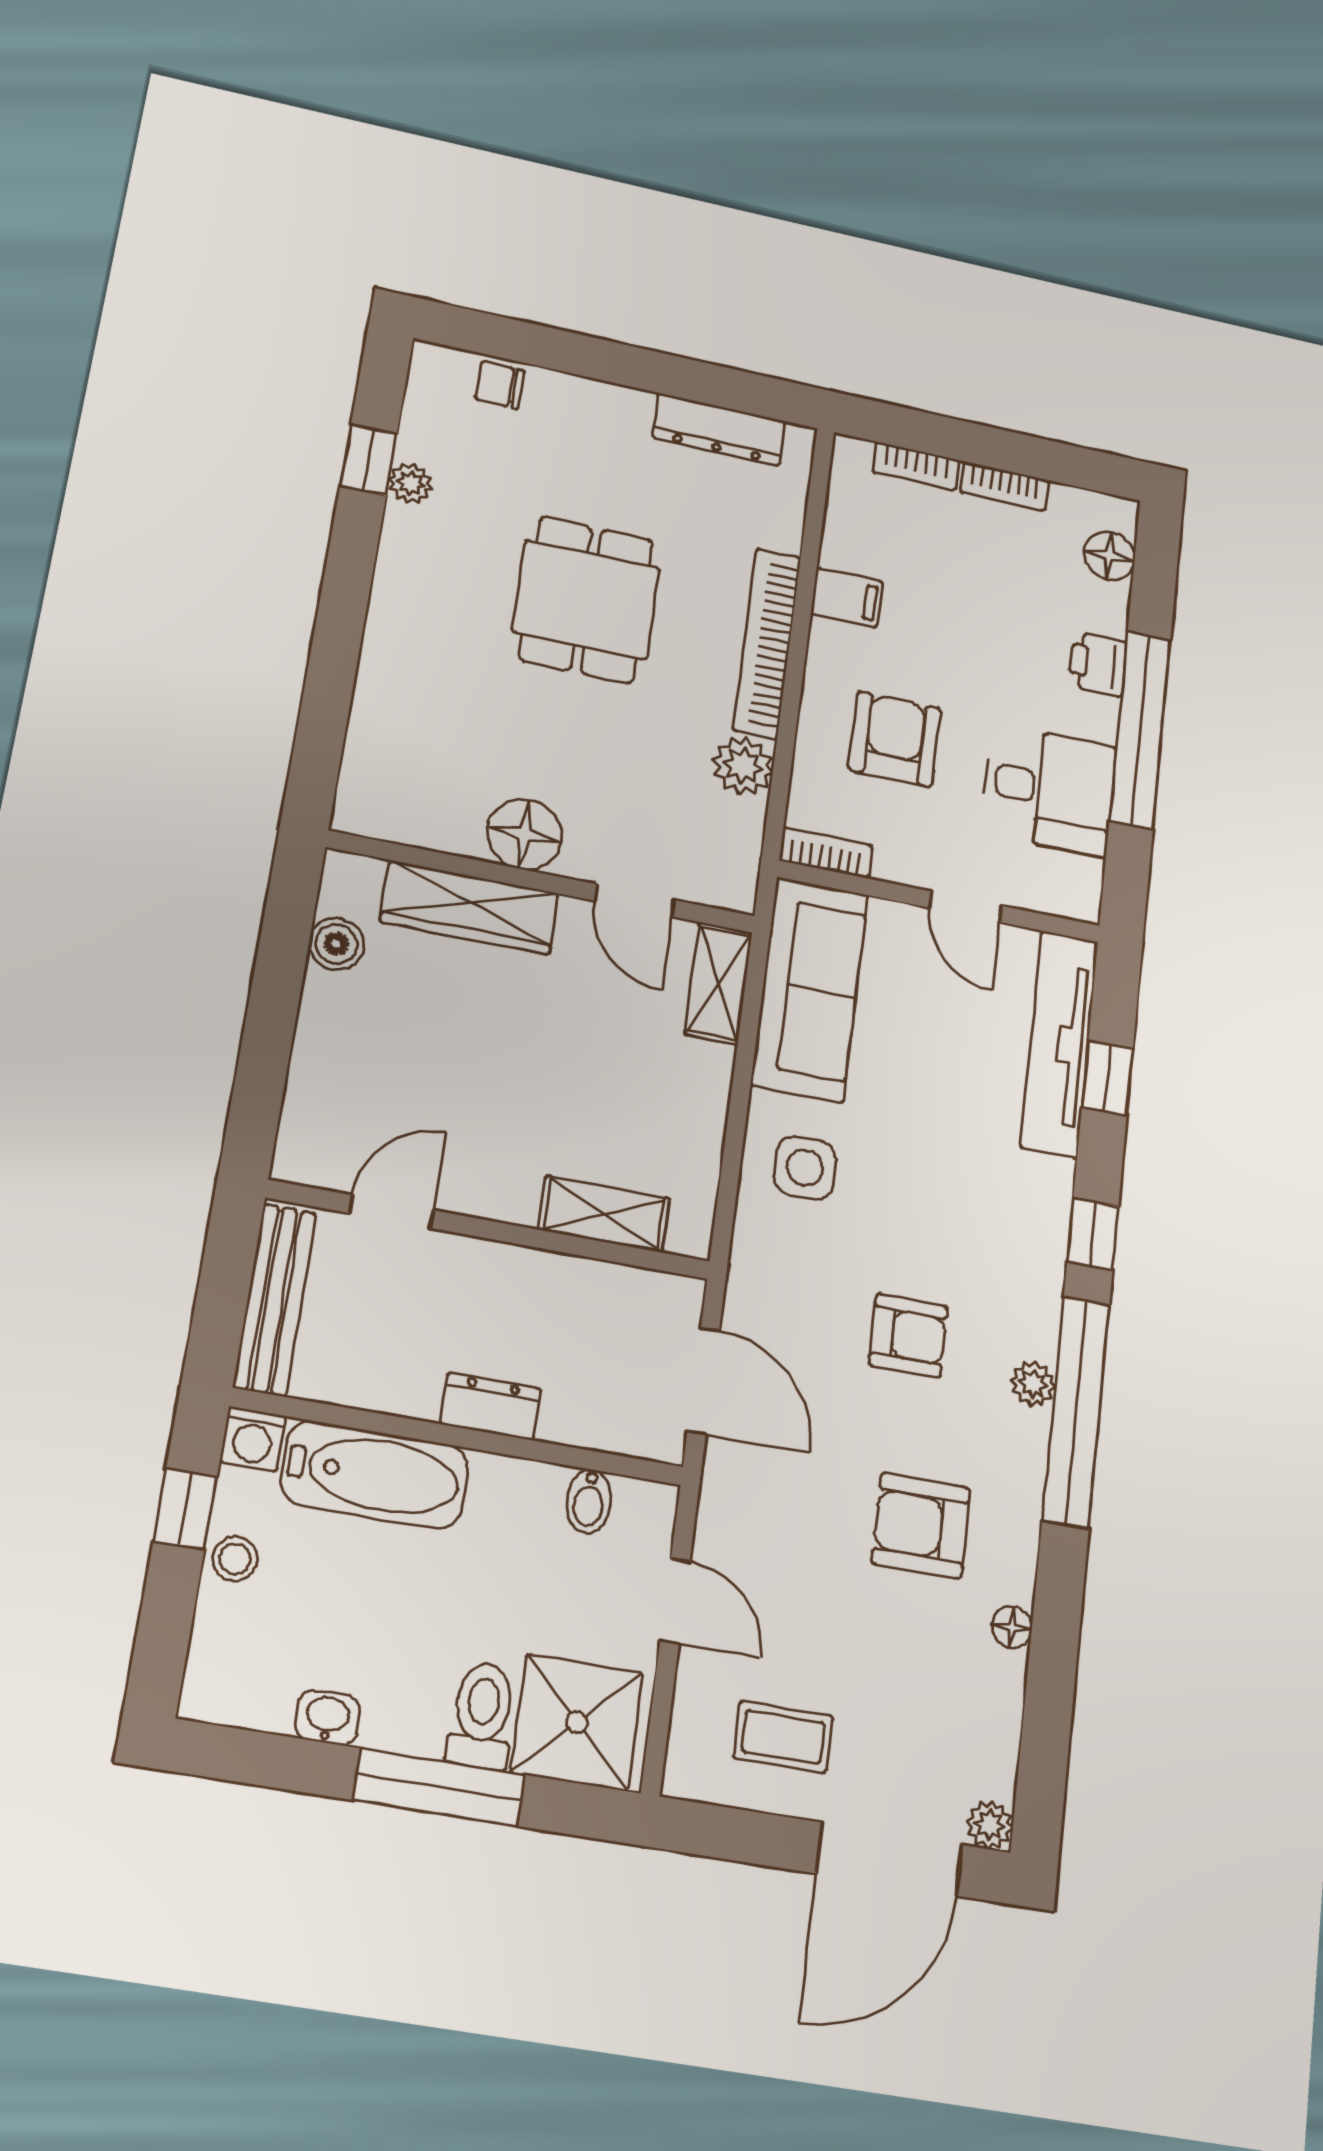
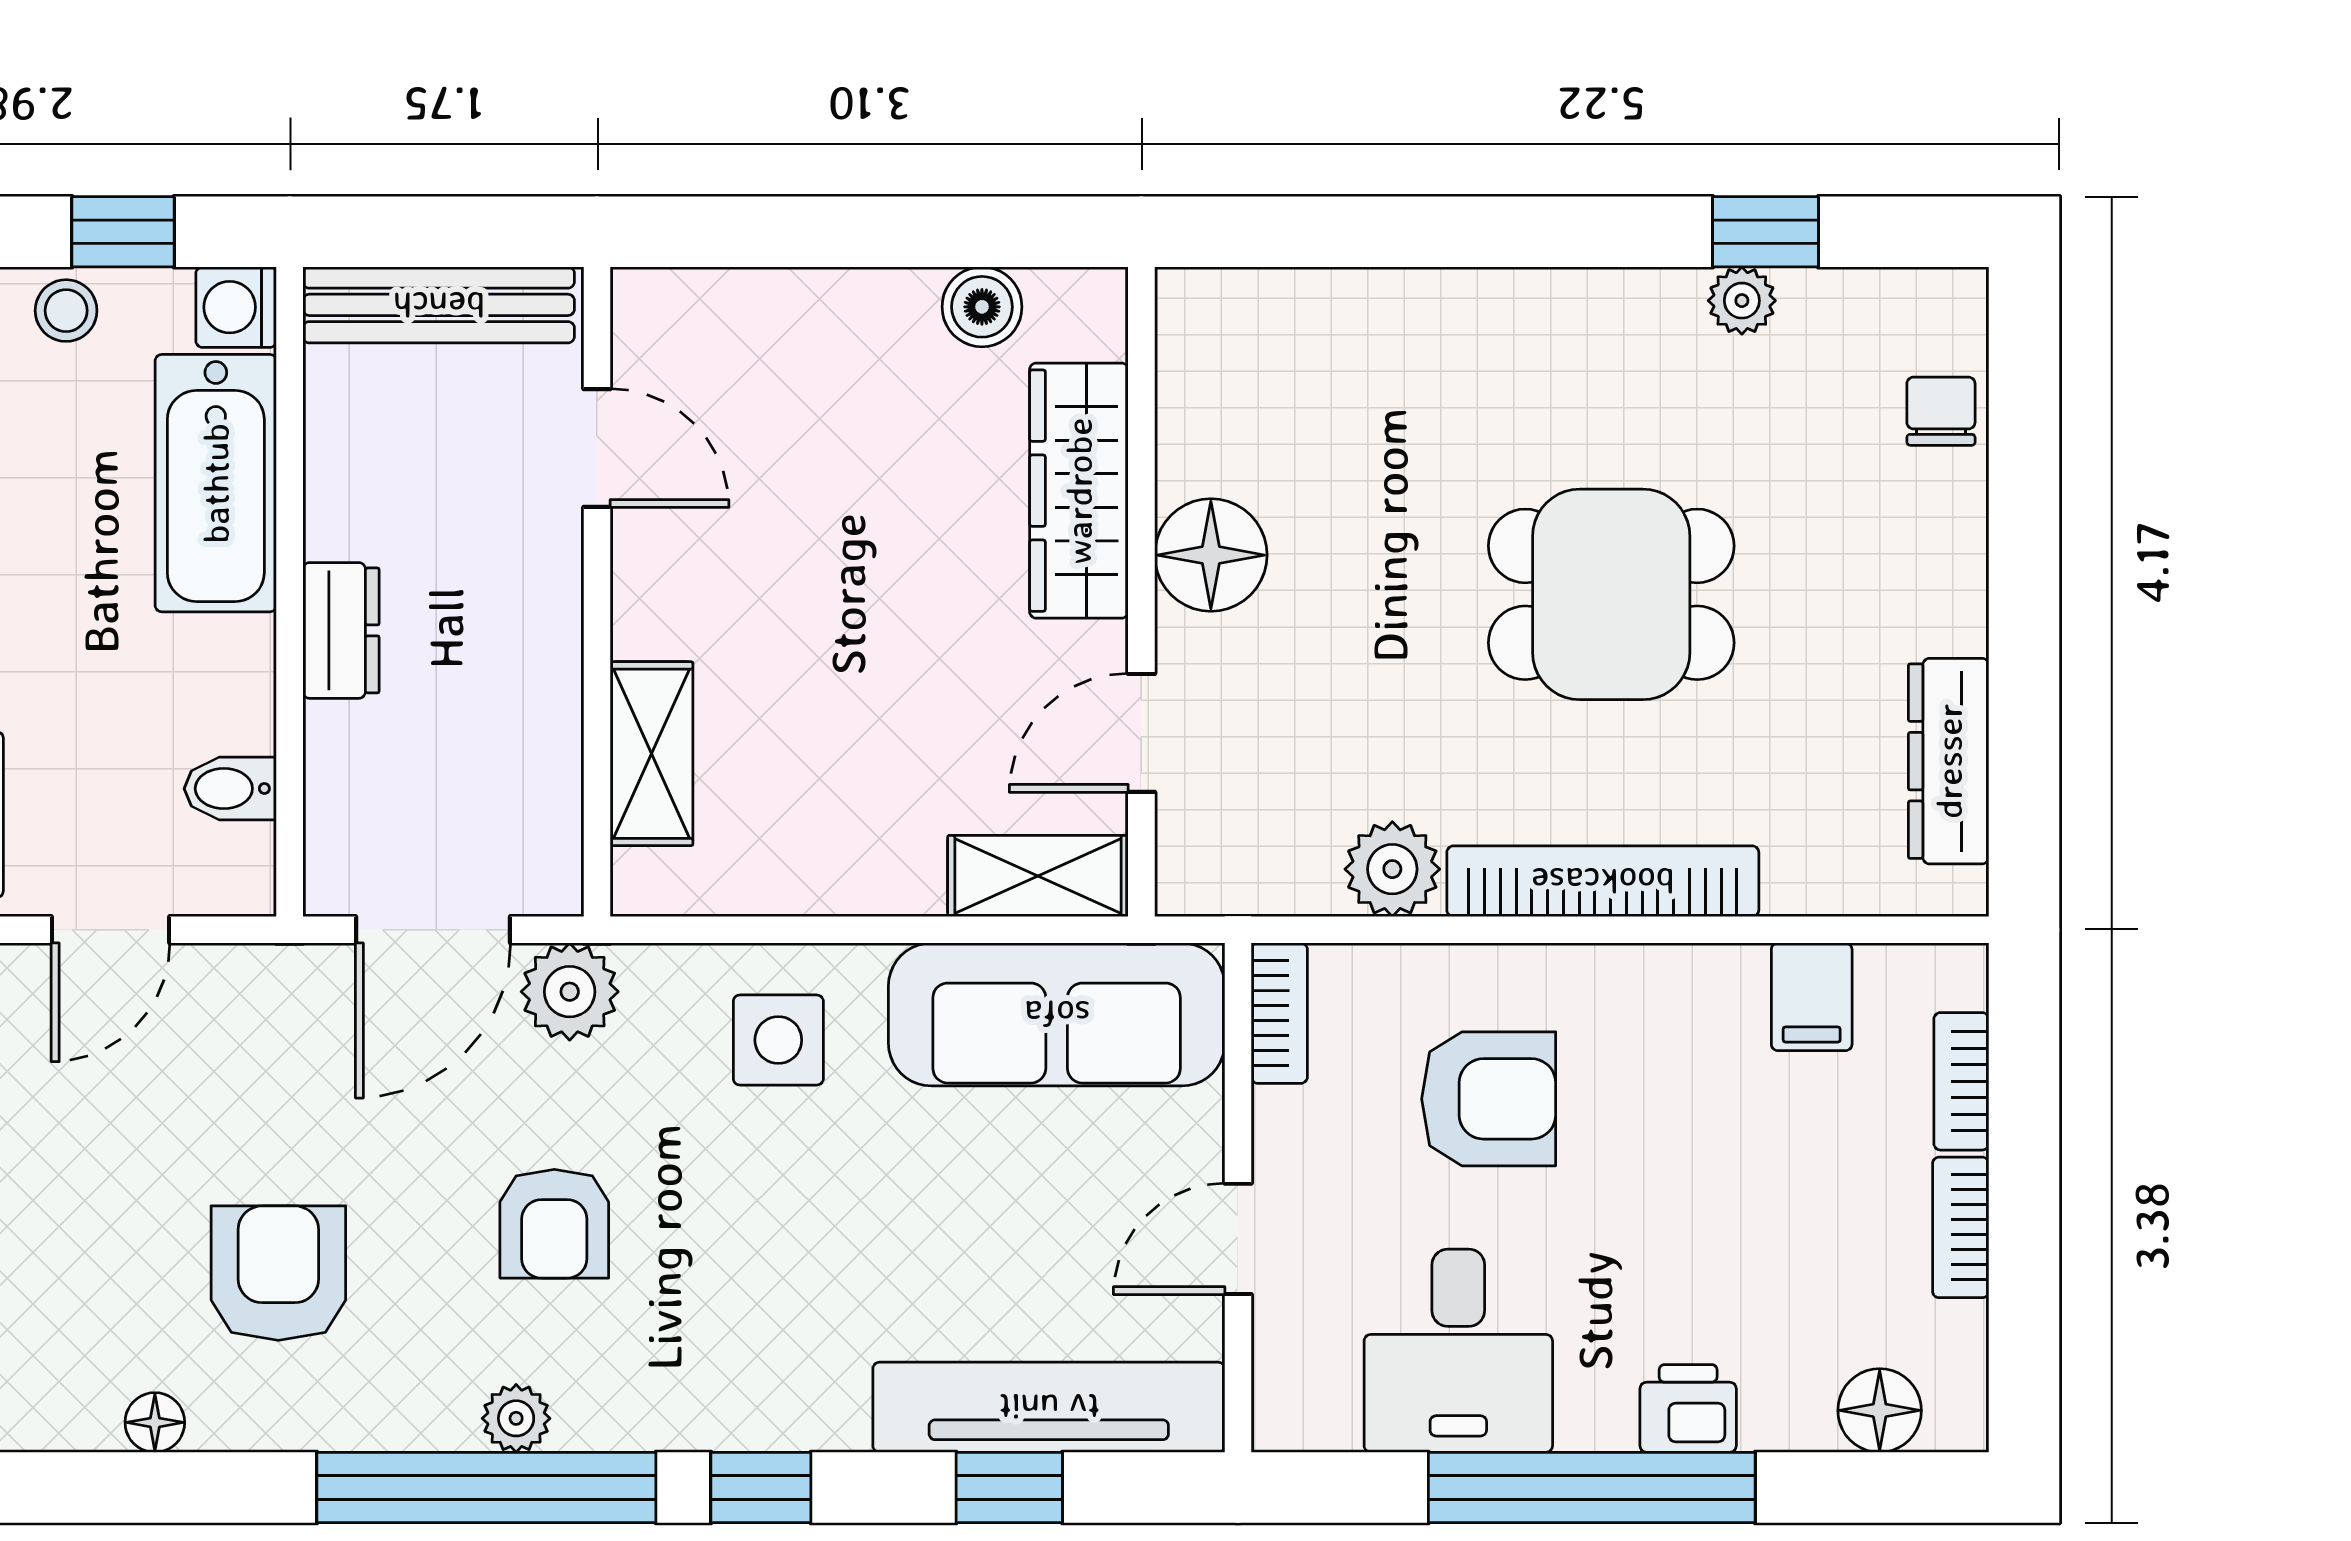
filing cabinet: (847, 598) -> (1812, 997), moved
plant: (756, 1297) -> (570, 992), added

